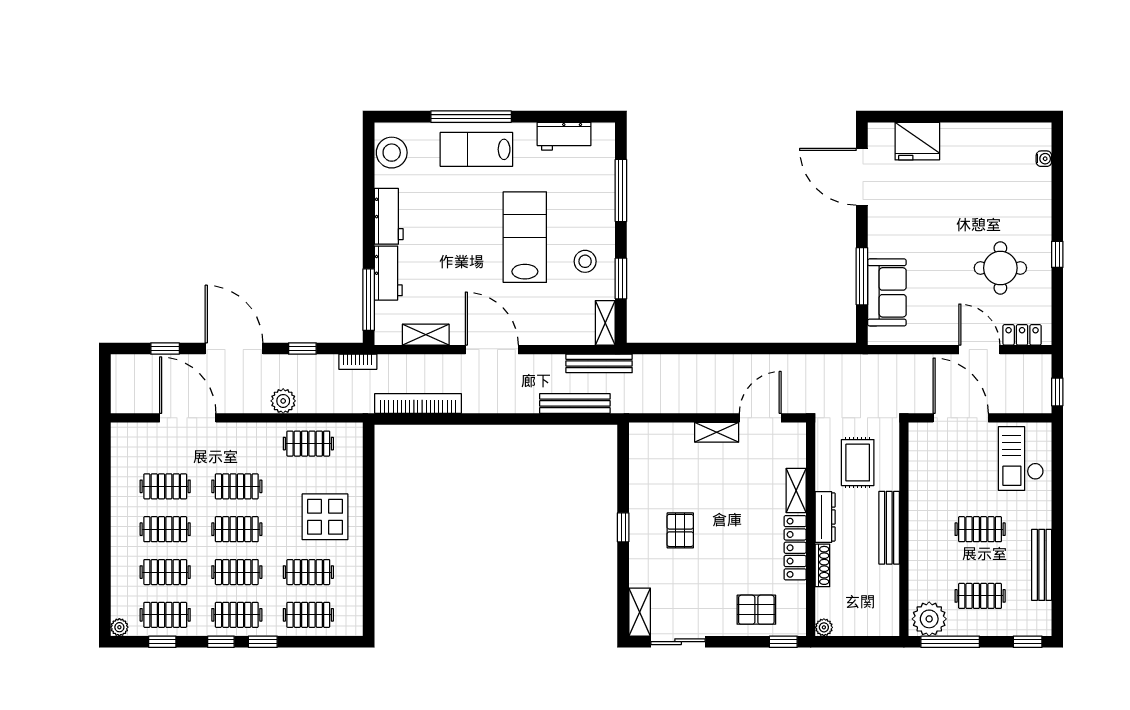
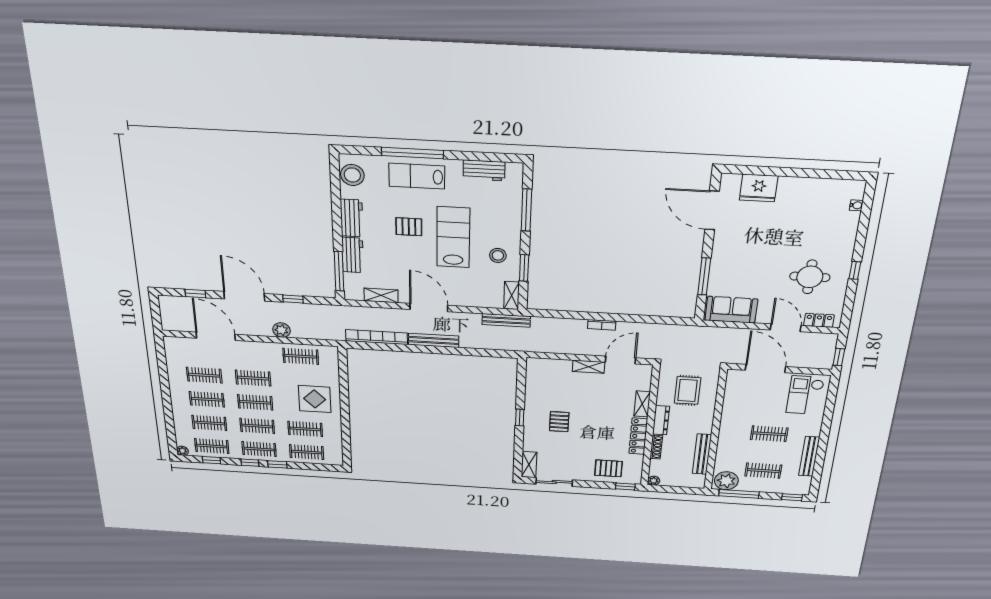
pallet: (465, 225) -> (409, 227), added
sofa: (887, 292) -> (731, 310), moved, turned -90
bookcase: (358, 362) -> (602, 325), moved
bench: (575, 403) -> (434, 340), moved
bench: (889, 528) -> (702, 454), moved

